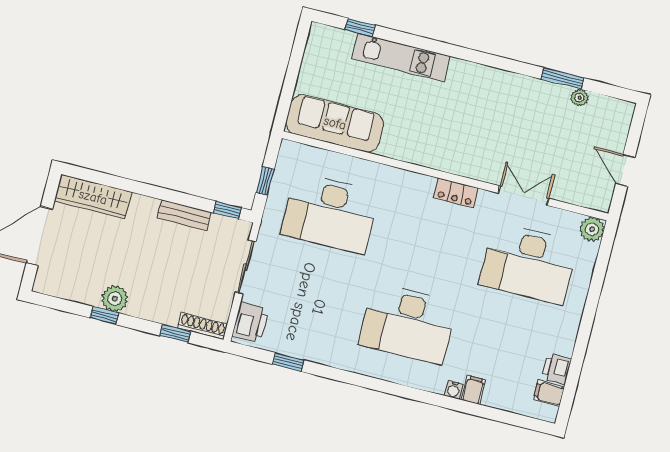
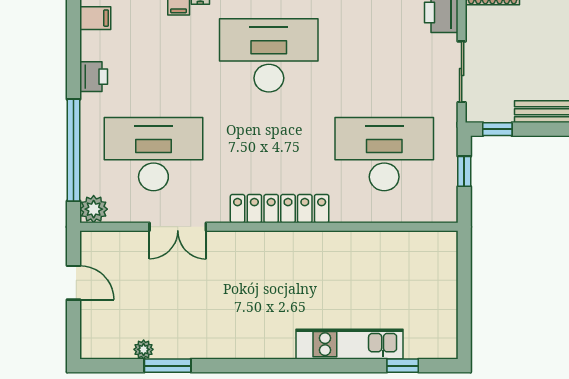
sofa: (335, 123) -> (404, 253), removed
locker: (456, 193) -> (280, 209), width x2.16, depth x1.21
window: (596, 284) -> (73, 150), added
printer: (557, 369) -> (94, 77), moved

